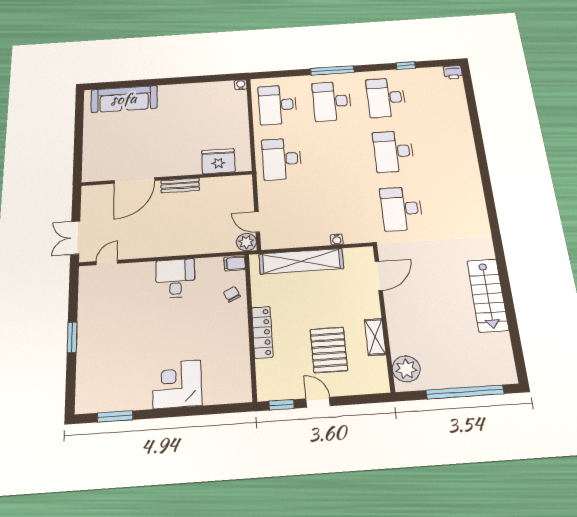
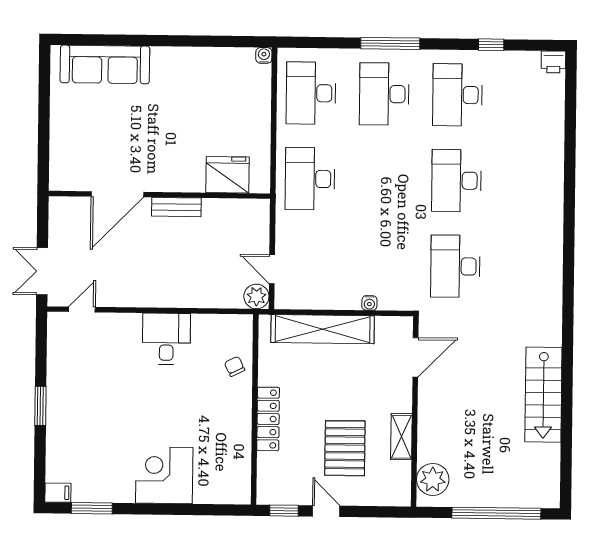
filing cabinet: (235, 263) -> (58, 493), moved, turned 180

